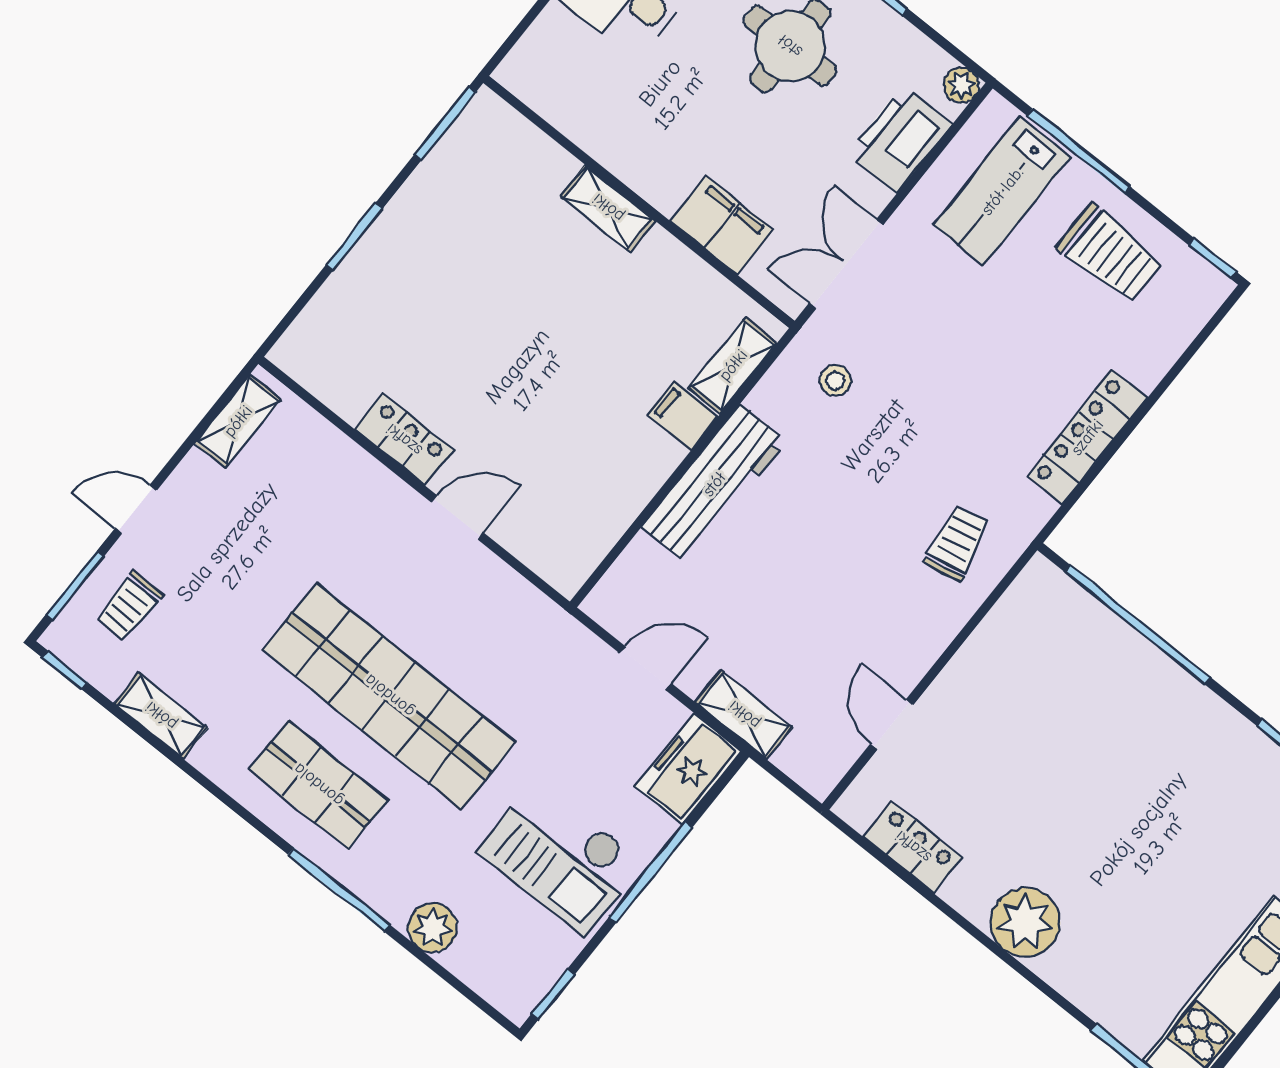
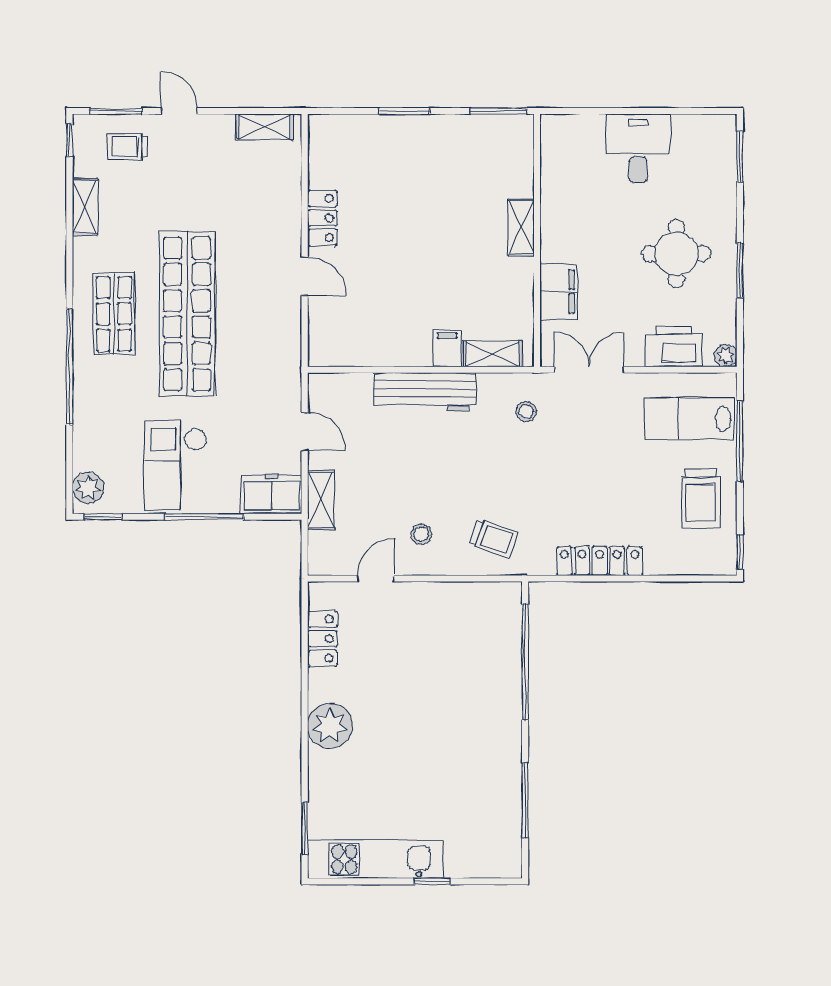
trolley: (957, 543) -> (494, 538), turned 30
stool: (882, 627) -> (421, 534), added
window: (339, 890) -> (69, 367), width x1.46
plant: (433, 928) -> (88, 488), moved

